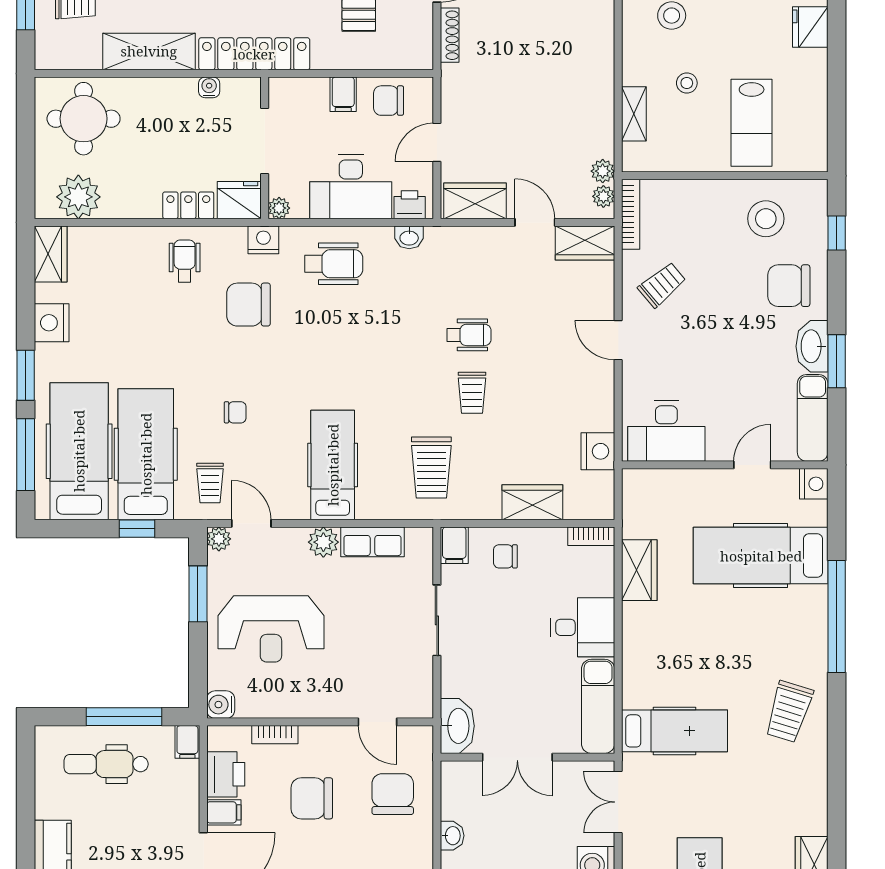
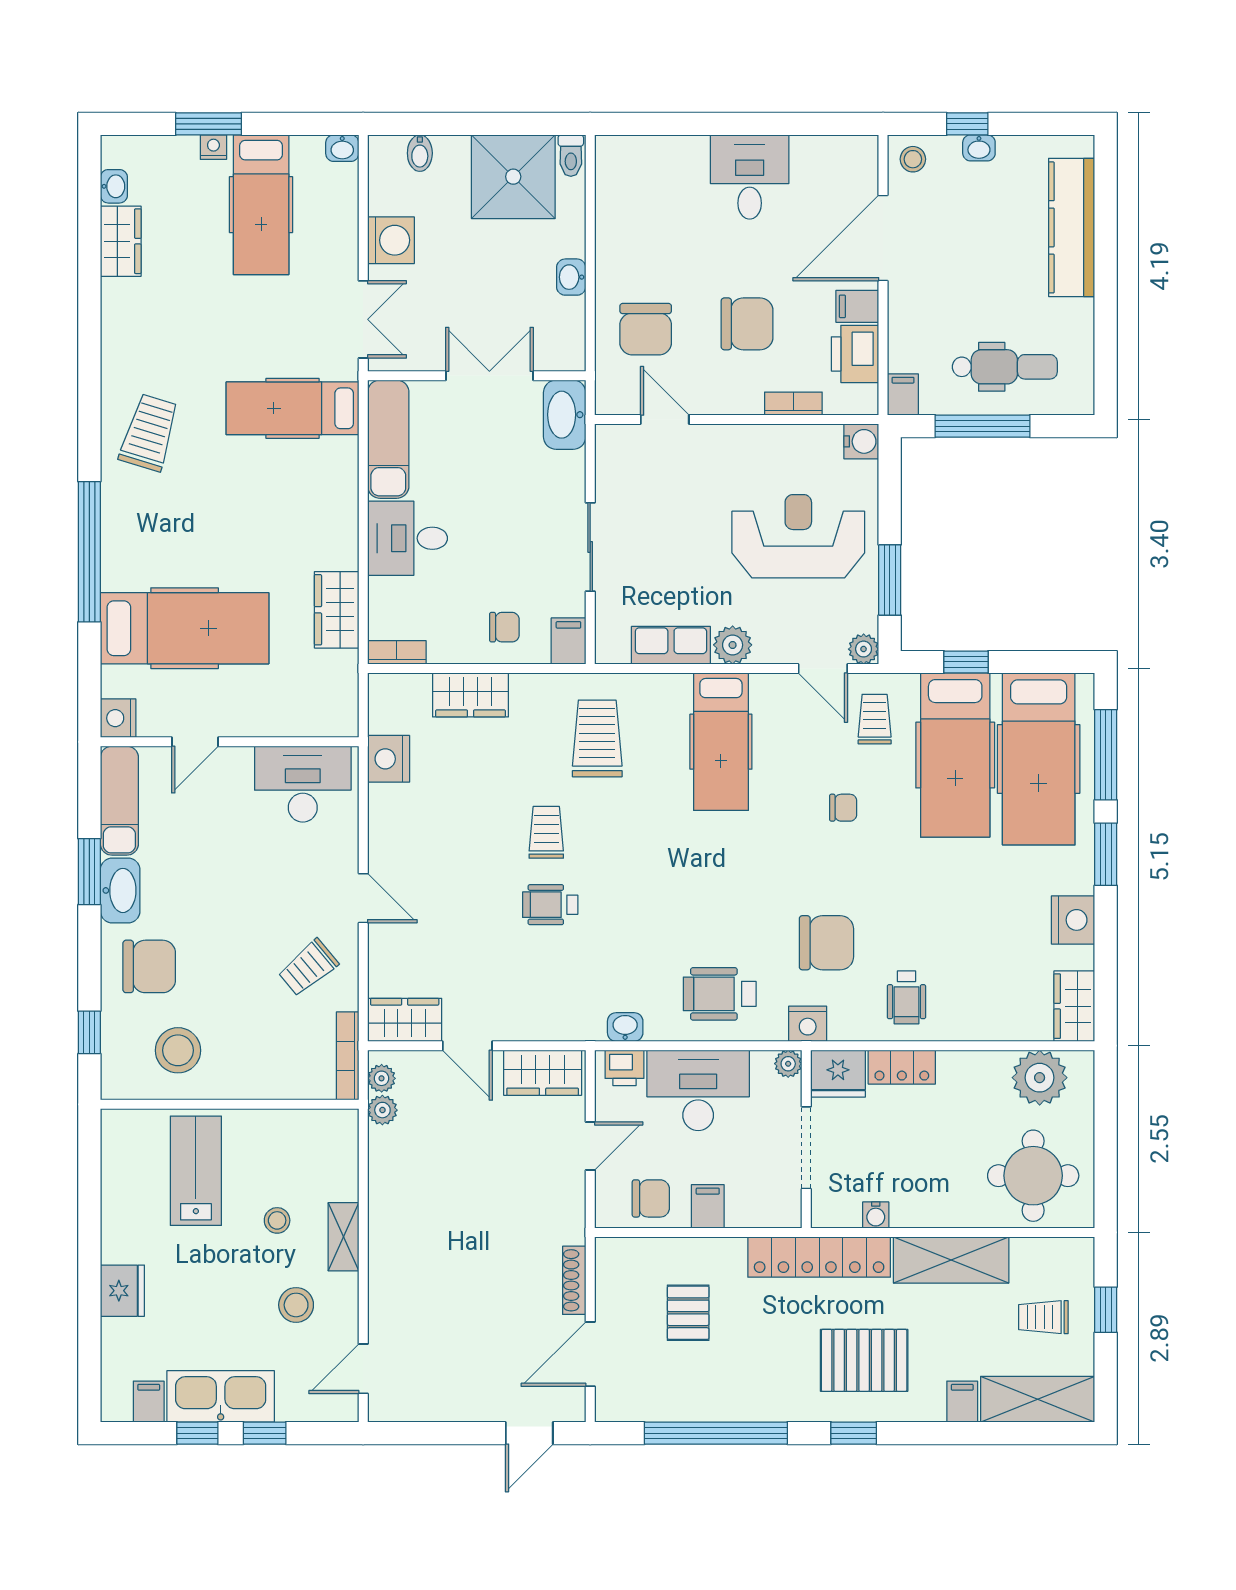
shelving: (634, 114) -> (343, 1237), moved
chair: (235, 412) -> (843, 808), turned 180

